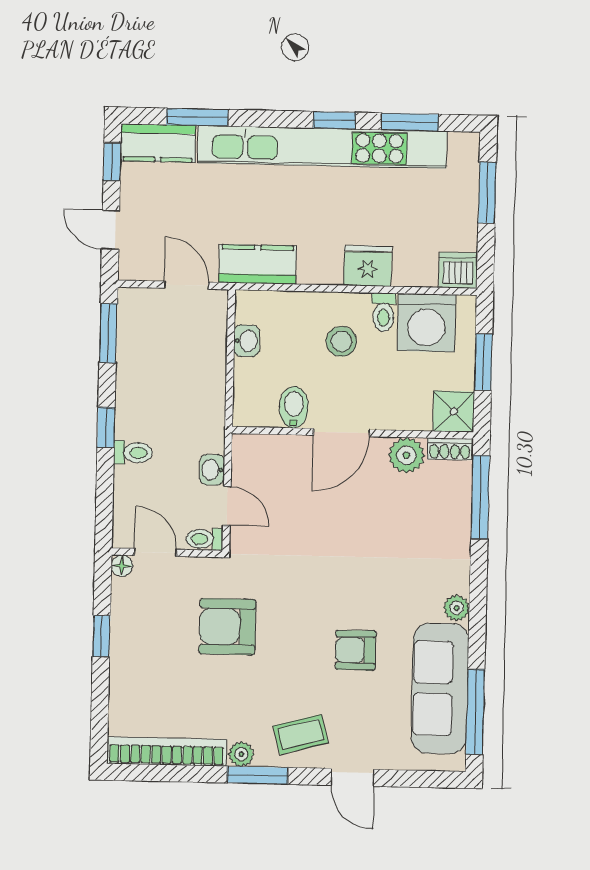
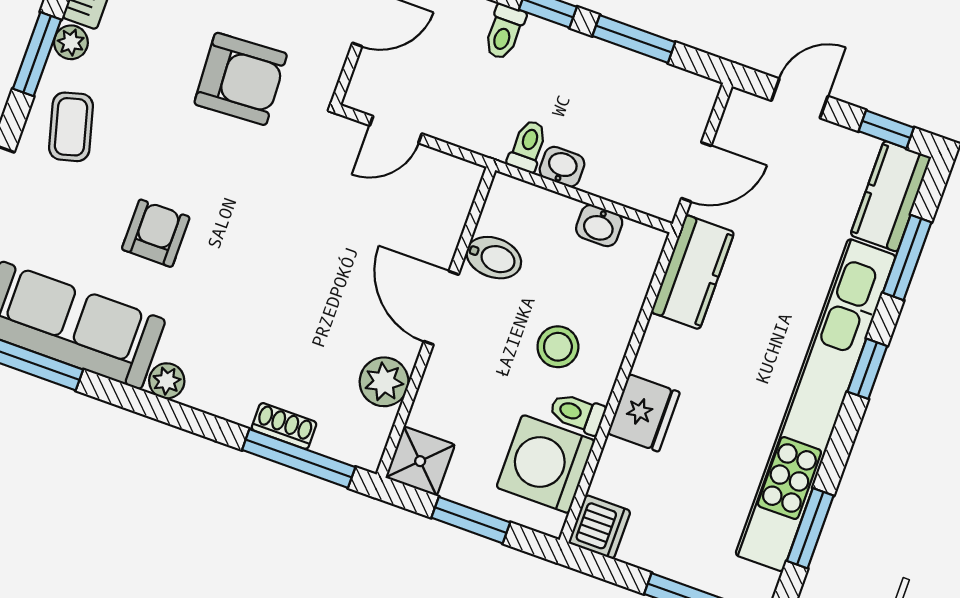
window: (334, 120) -> (867, 369), moved
window: (108, 333) -> (634, 39), moved
shoe rack: (450, 449) -> (284, 426), moved, turned 90
washbasin: (212, 470) -> (562, 167), moved
toilet: (205, 539) -> (528, 146), moved
armchair: (227, 627) -> (241, 79), turned 87

